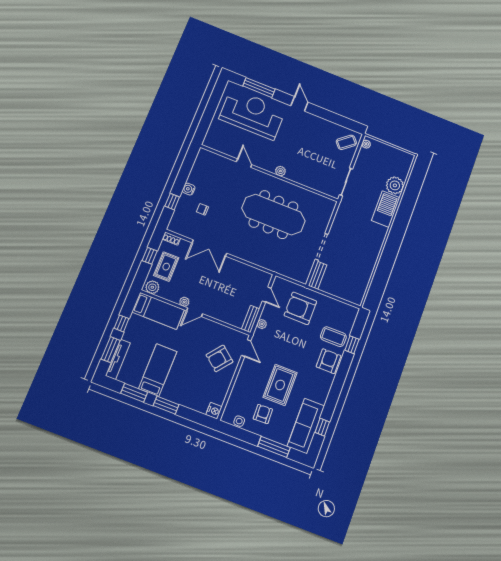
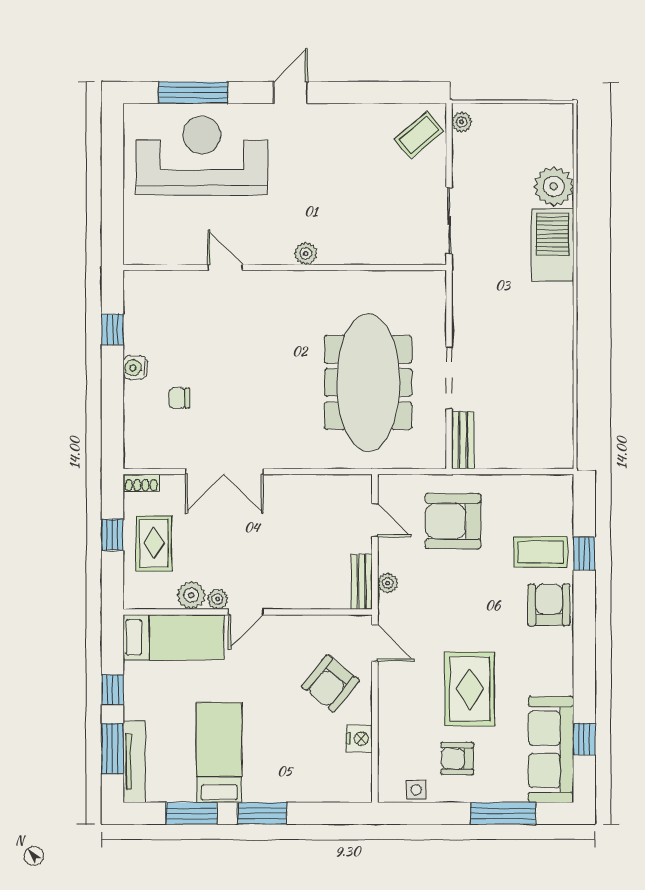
door: (299, 104) -> (290, 93), hinge flipped
window: (172, 202) -> (113, 329), moved
meeting table: (273, 215) -> (368, 382), moved, turned 90
plant: (152, 287) -> (191, 595), moved
nightstand: (214, 411) -> (359, 739), moved
armchair: (263, 414) -> (457, 758), turned -88

